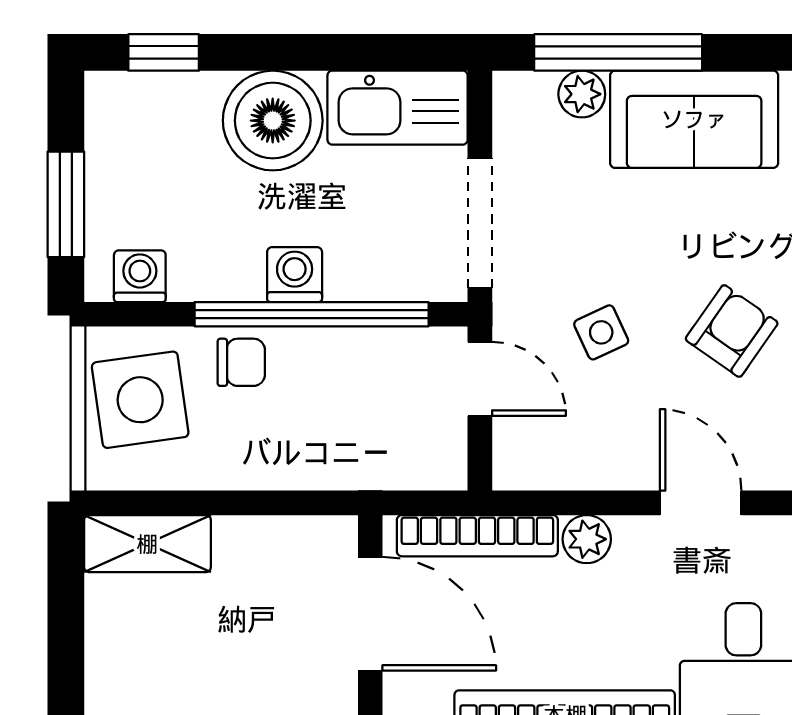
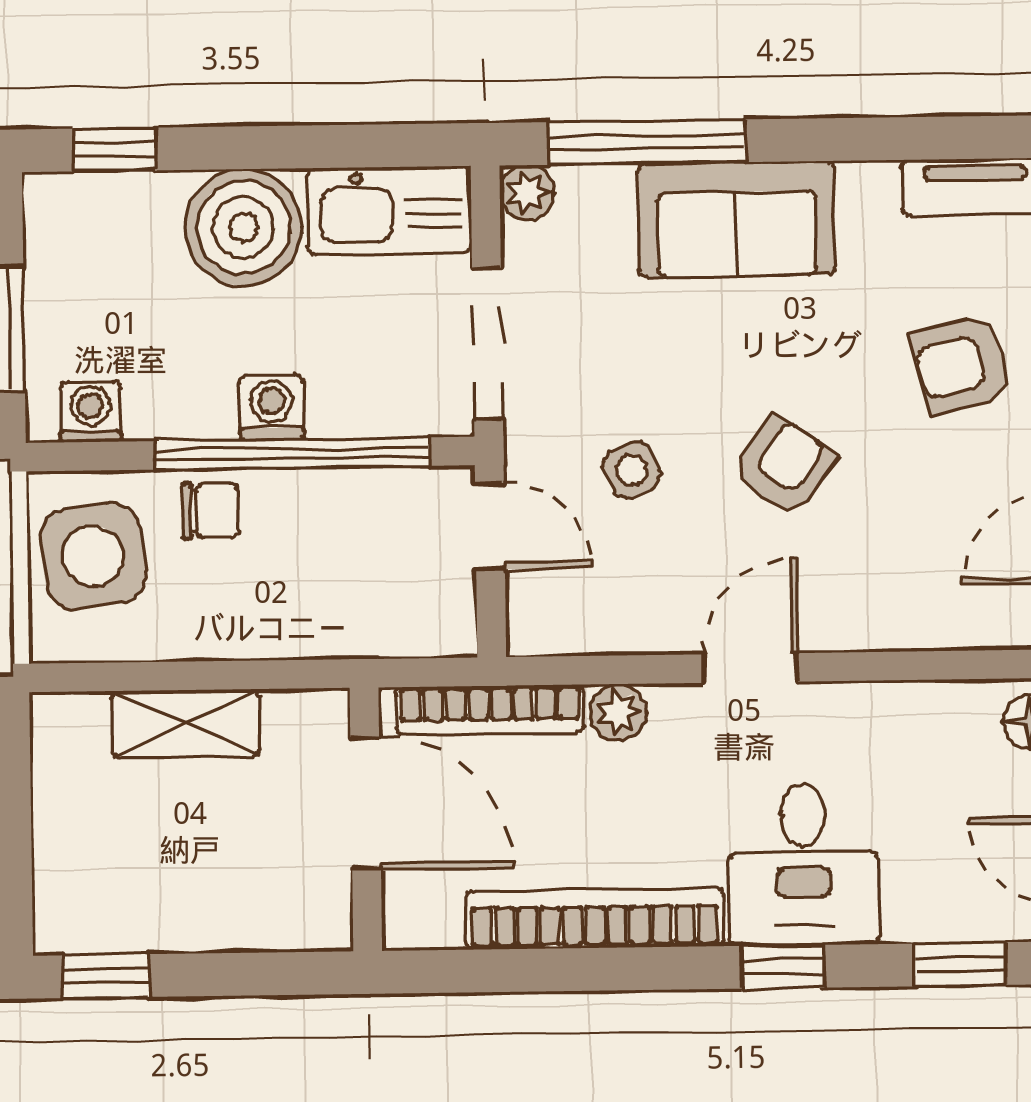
plant: (582, 94) -> (527, 193), moved
door: (701, 503) -> (750, 668), hinge flipped
shelving: (147, 544) -> (186, 723), moved

